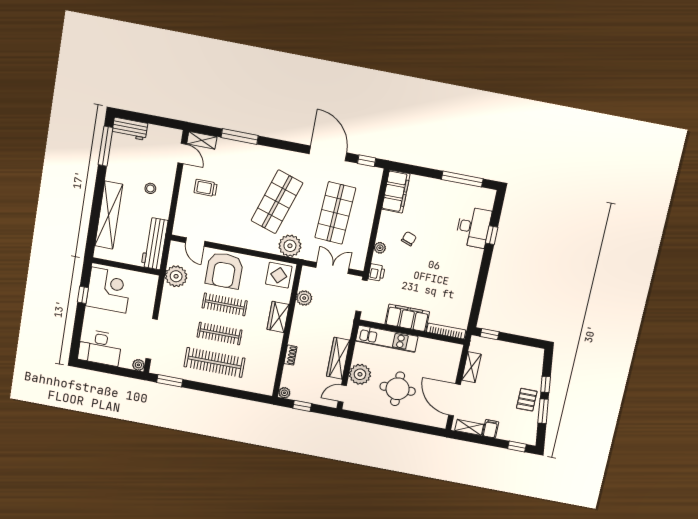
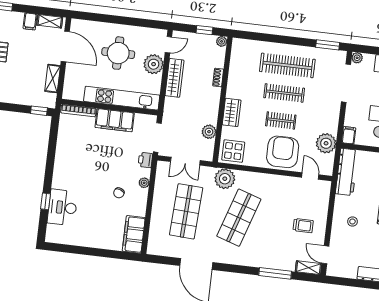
window: (367, 161) -> (162, 260), removed
window: (462, 179) -> (76, 250), removed
filing cabinet: (151, 283) -> (349, 135), added
clothes rail: (225, 304) -> (281, 120), width x0.73
kitchen unit: (387, 339) -> (122, 98), width x1.36

